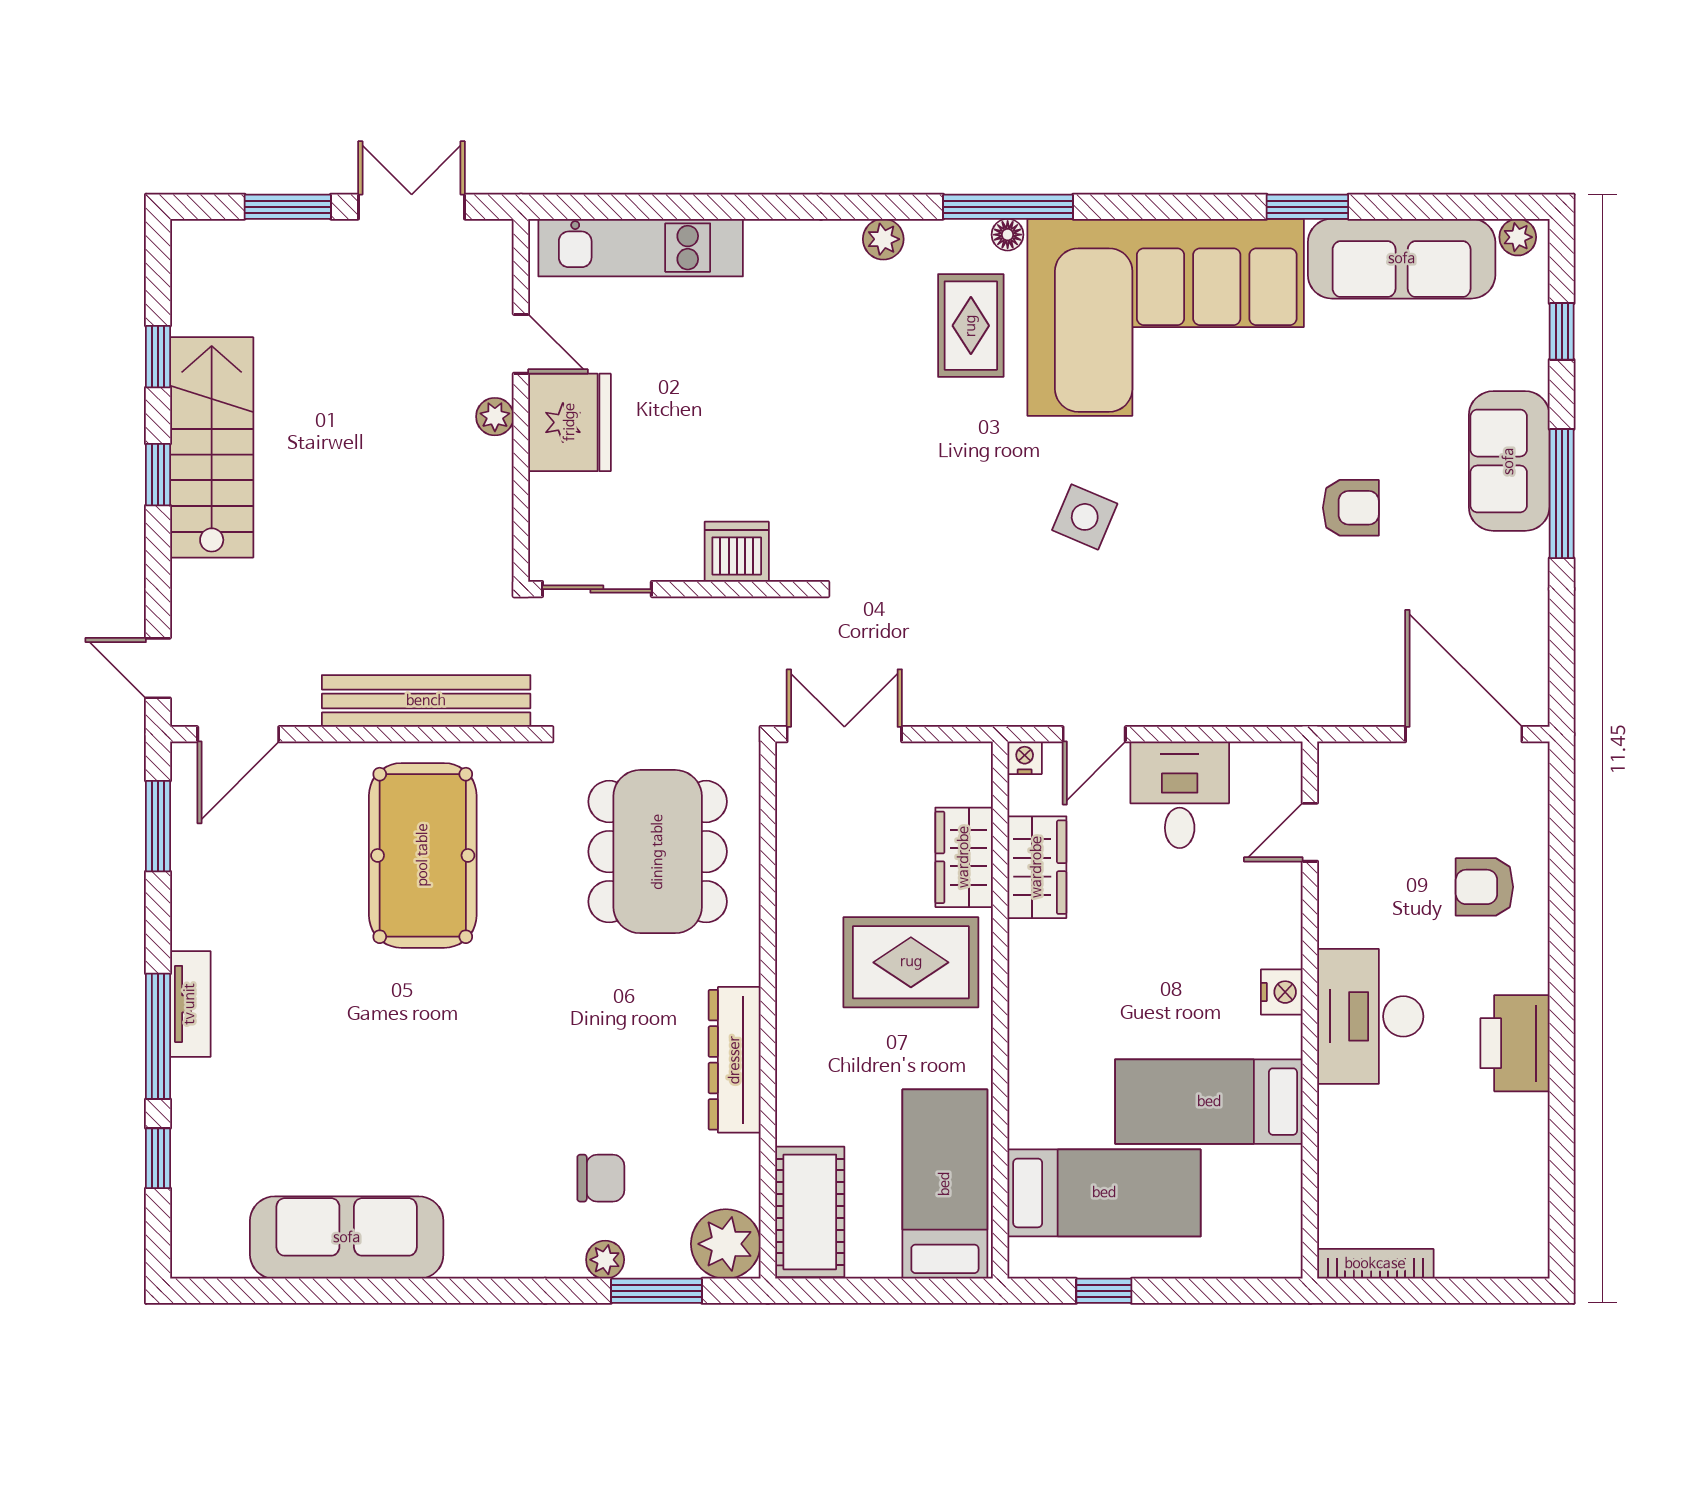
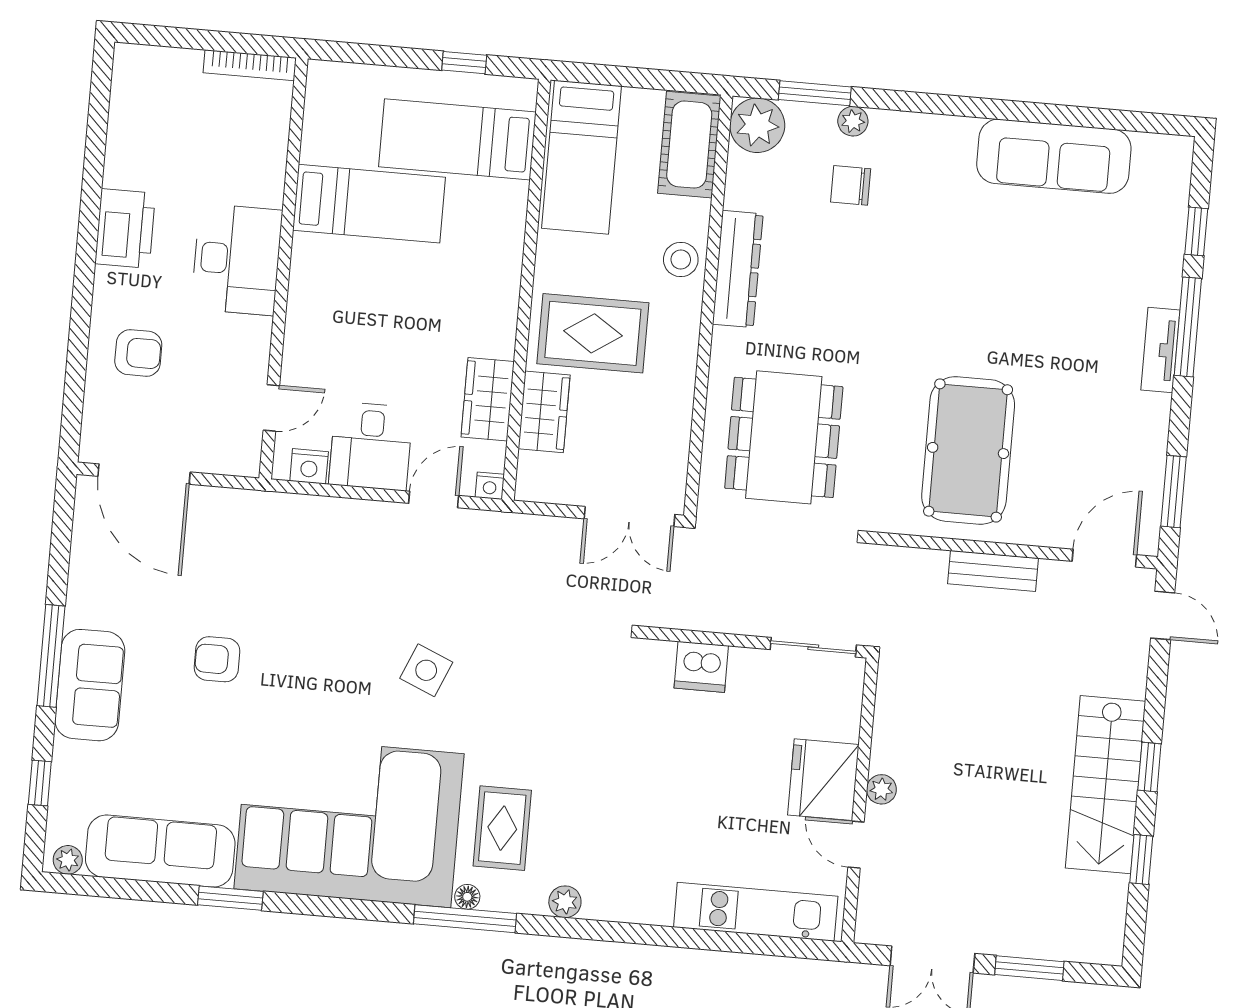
bench: (426, 701) -> (993, 571), width x0.54, depth x0.82
nightstand: (1282, 992) -> (309, 466), moved, turned -90
stool: (808, 1065) -> (681, 260), added

